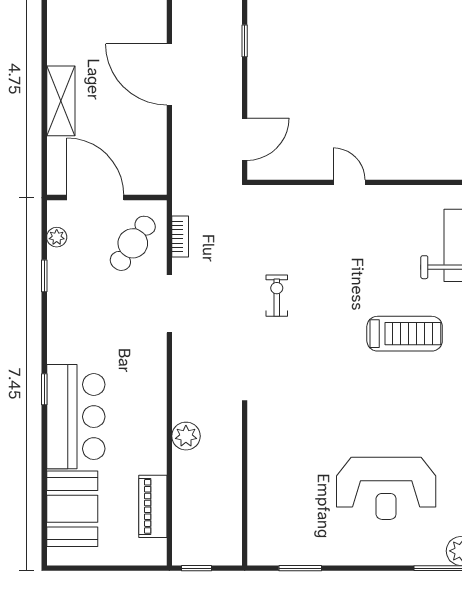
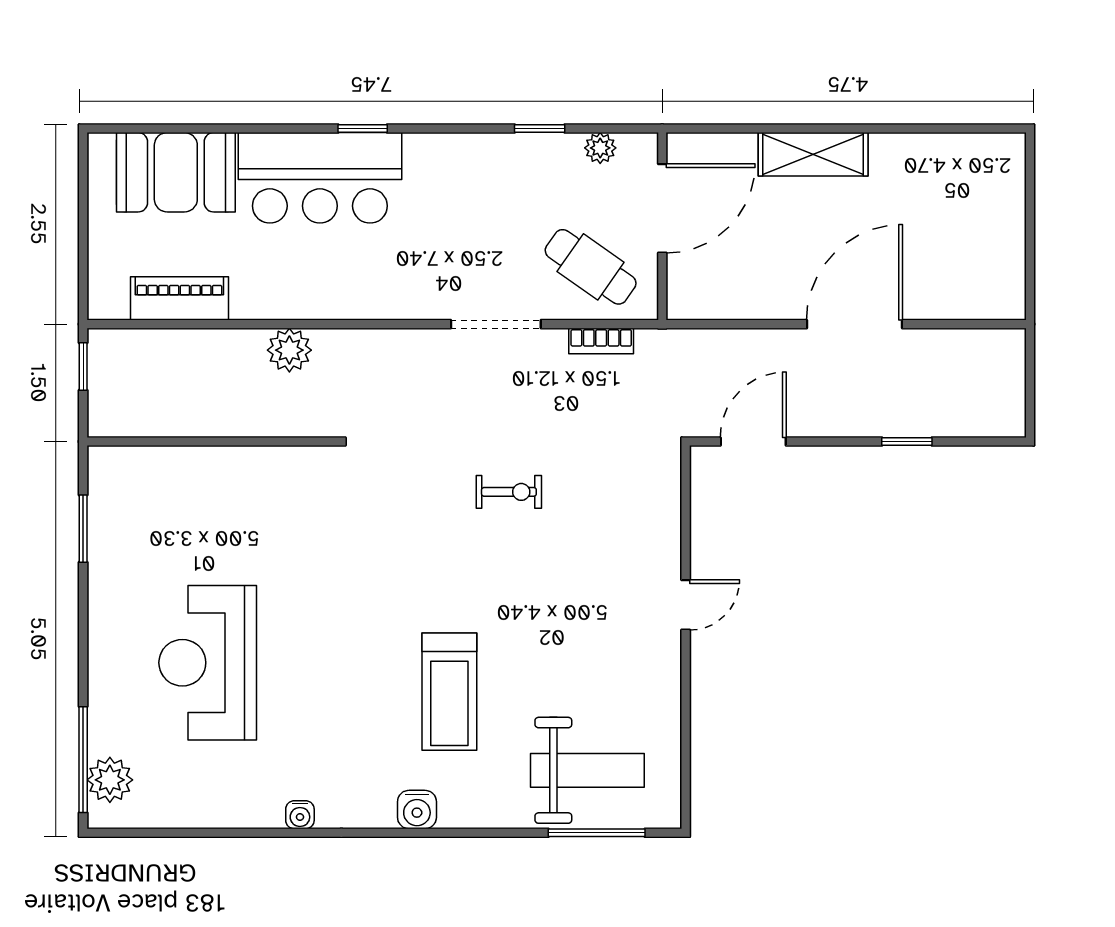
door: (245, 139) -> (753, 442), swing flipped

